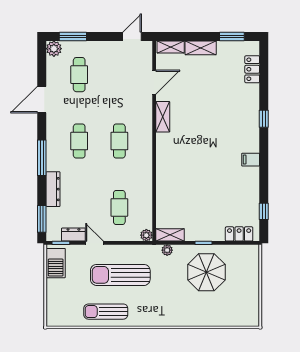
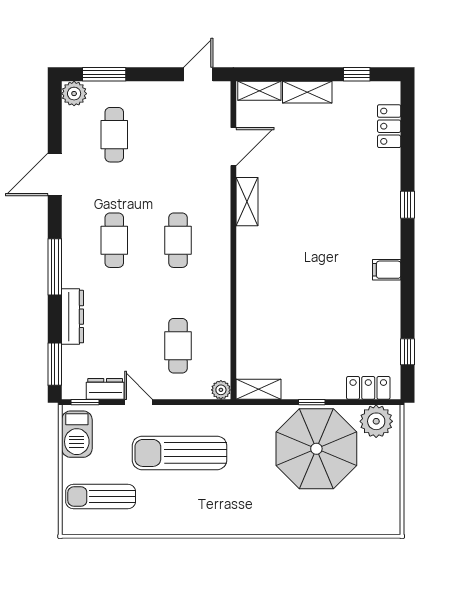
window: (232, 37) -> (357, 74), width x0.67
plant: (167, 250) -> (376, 421), moved, width x1.87, depth x1.87
parasol: (206, 272) -> (316, 449), width x1.36, depth x1.36
sun lounger: (106, 312) -> (101, 497), moved

